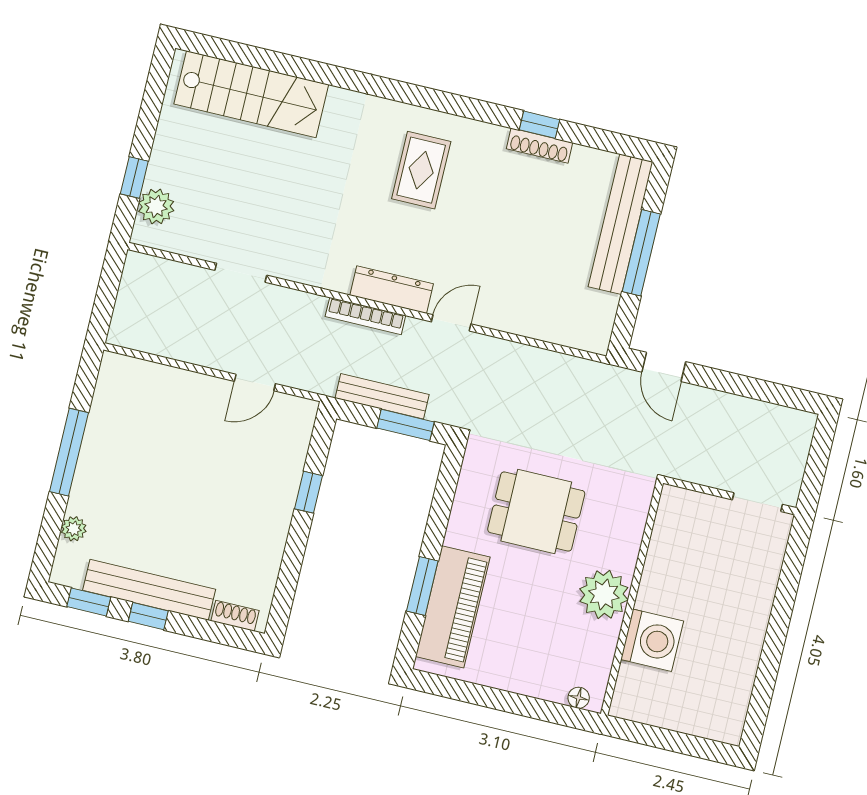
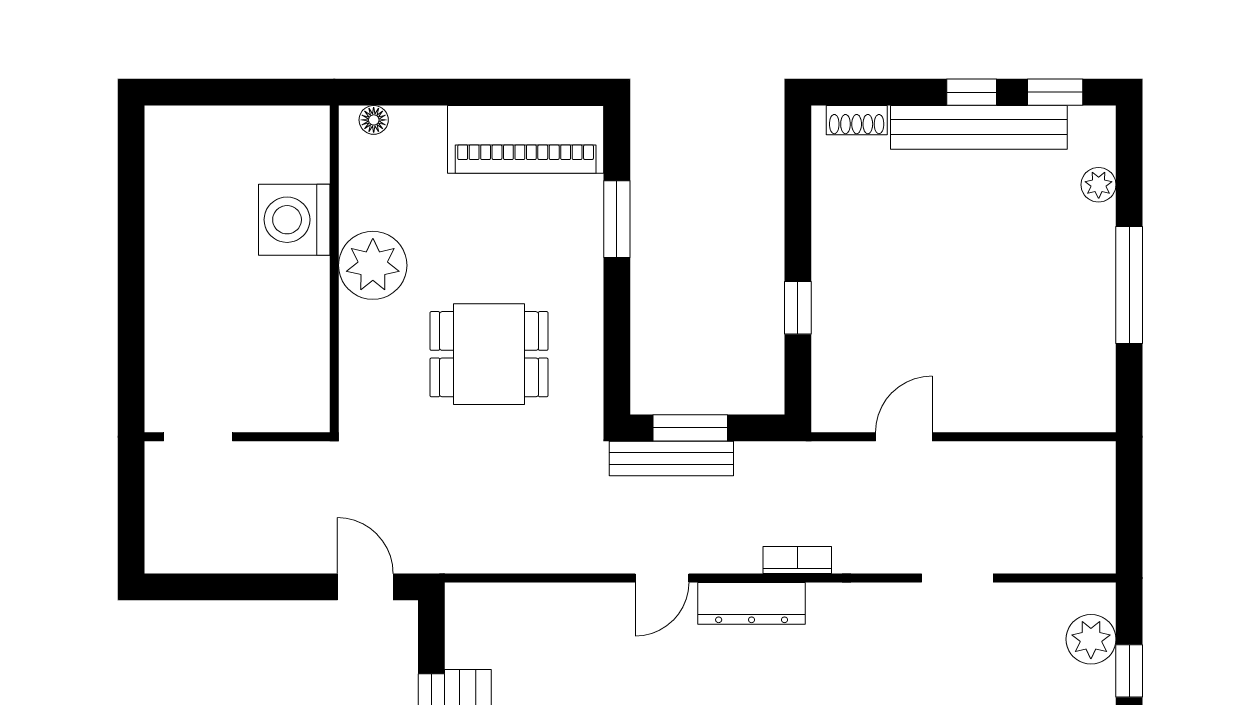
bookcase: (365, 316) -> (797, 560), width x0.64
bench: (382, 396) -> (671, 458), moved
piano: (453, 607) -> (526, 139), moved, turned -90

